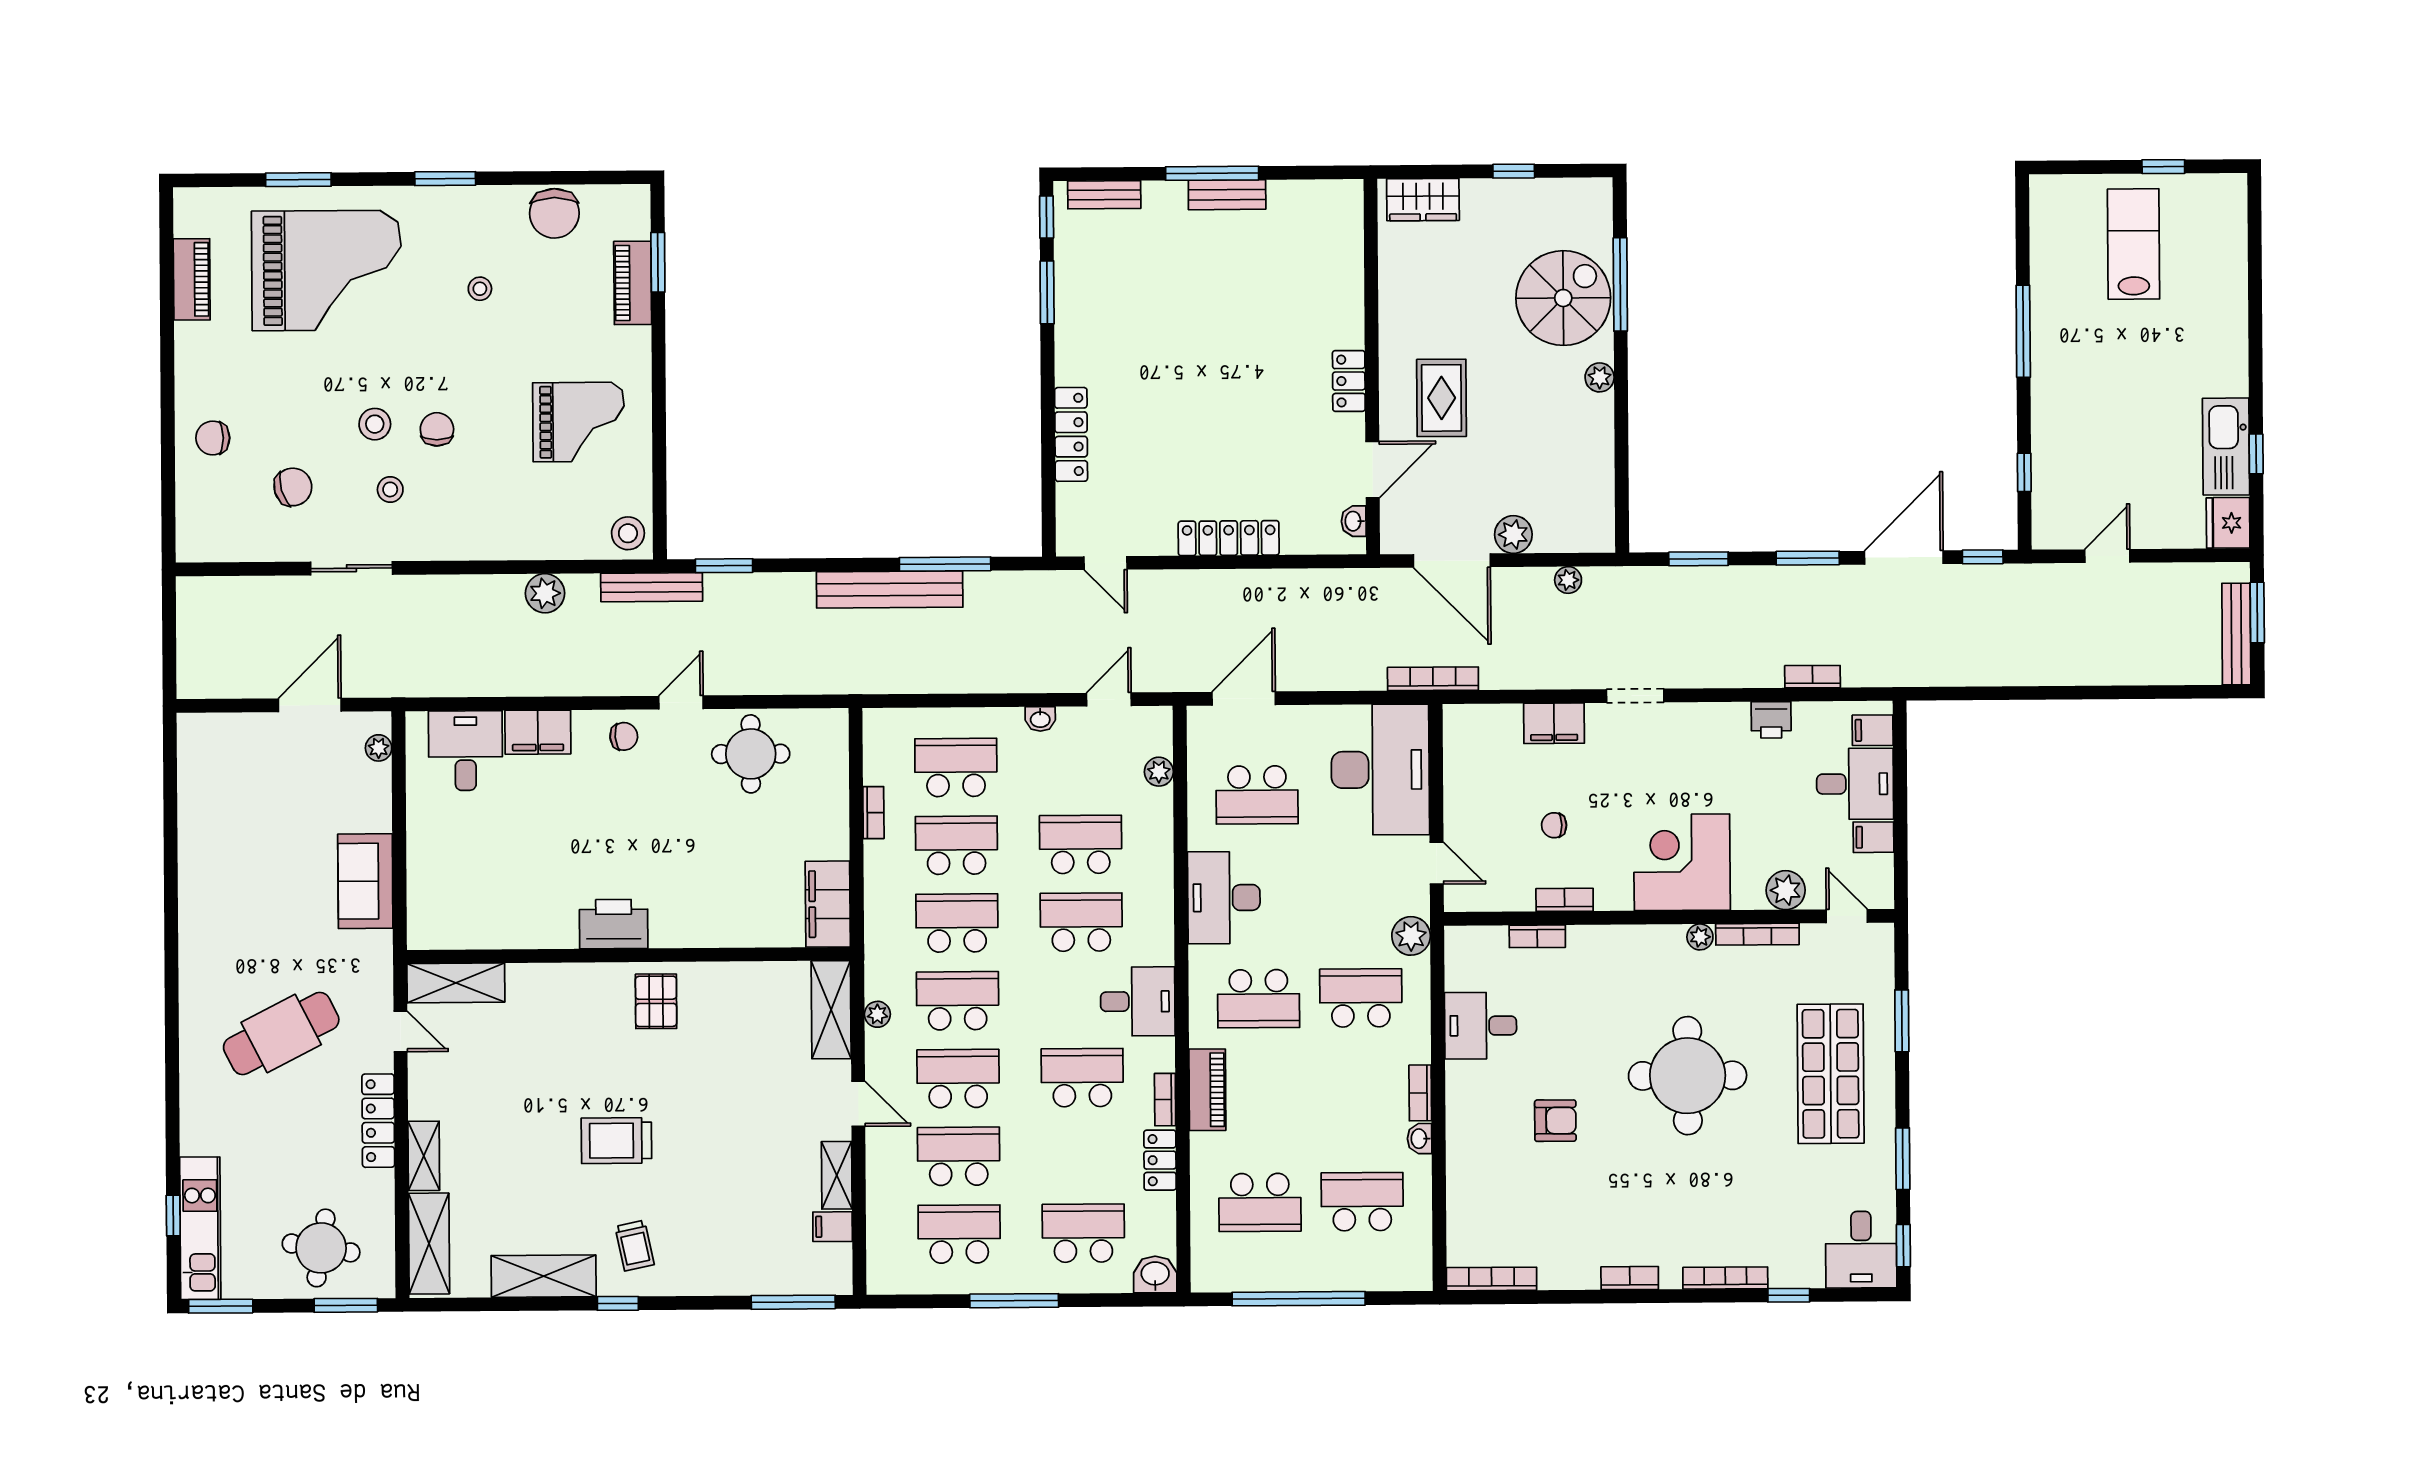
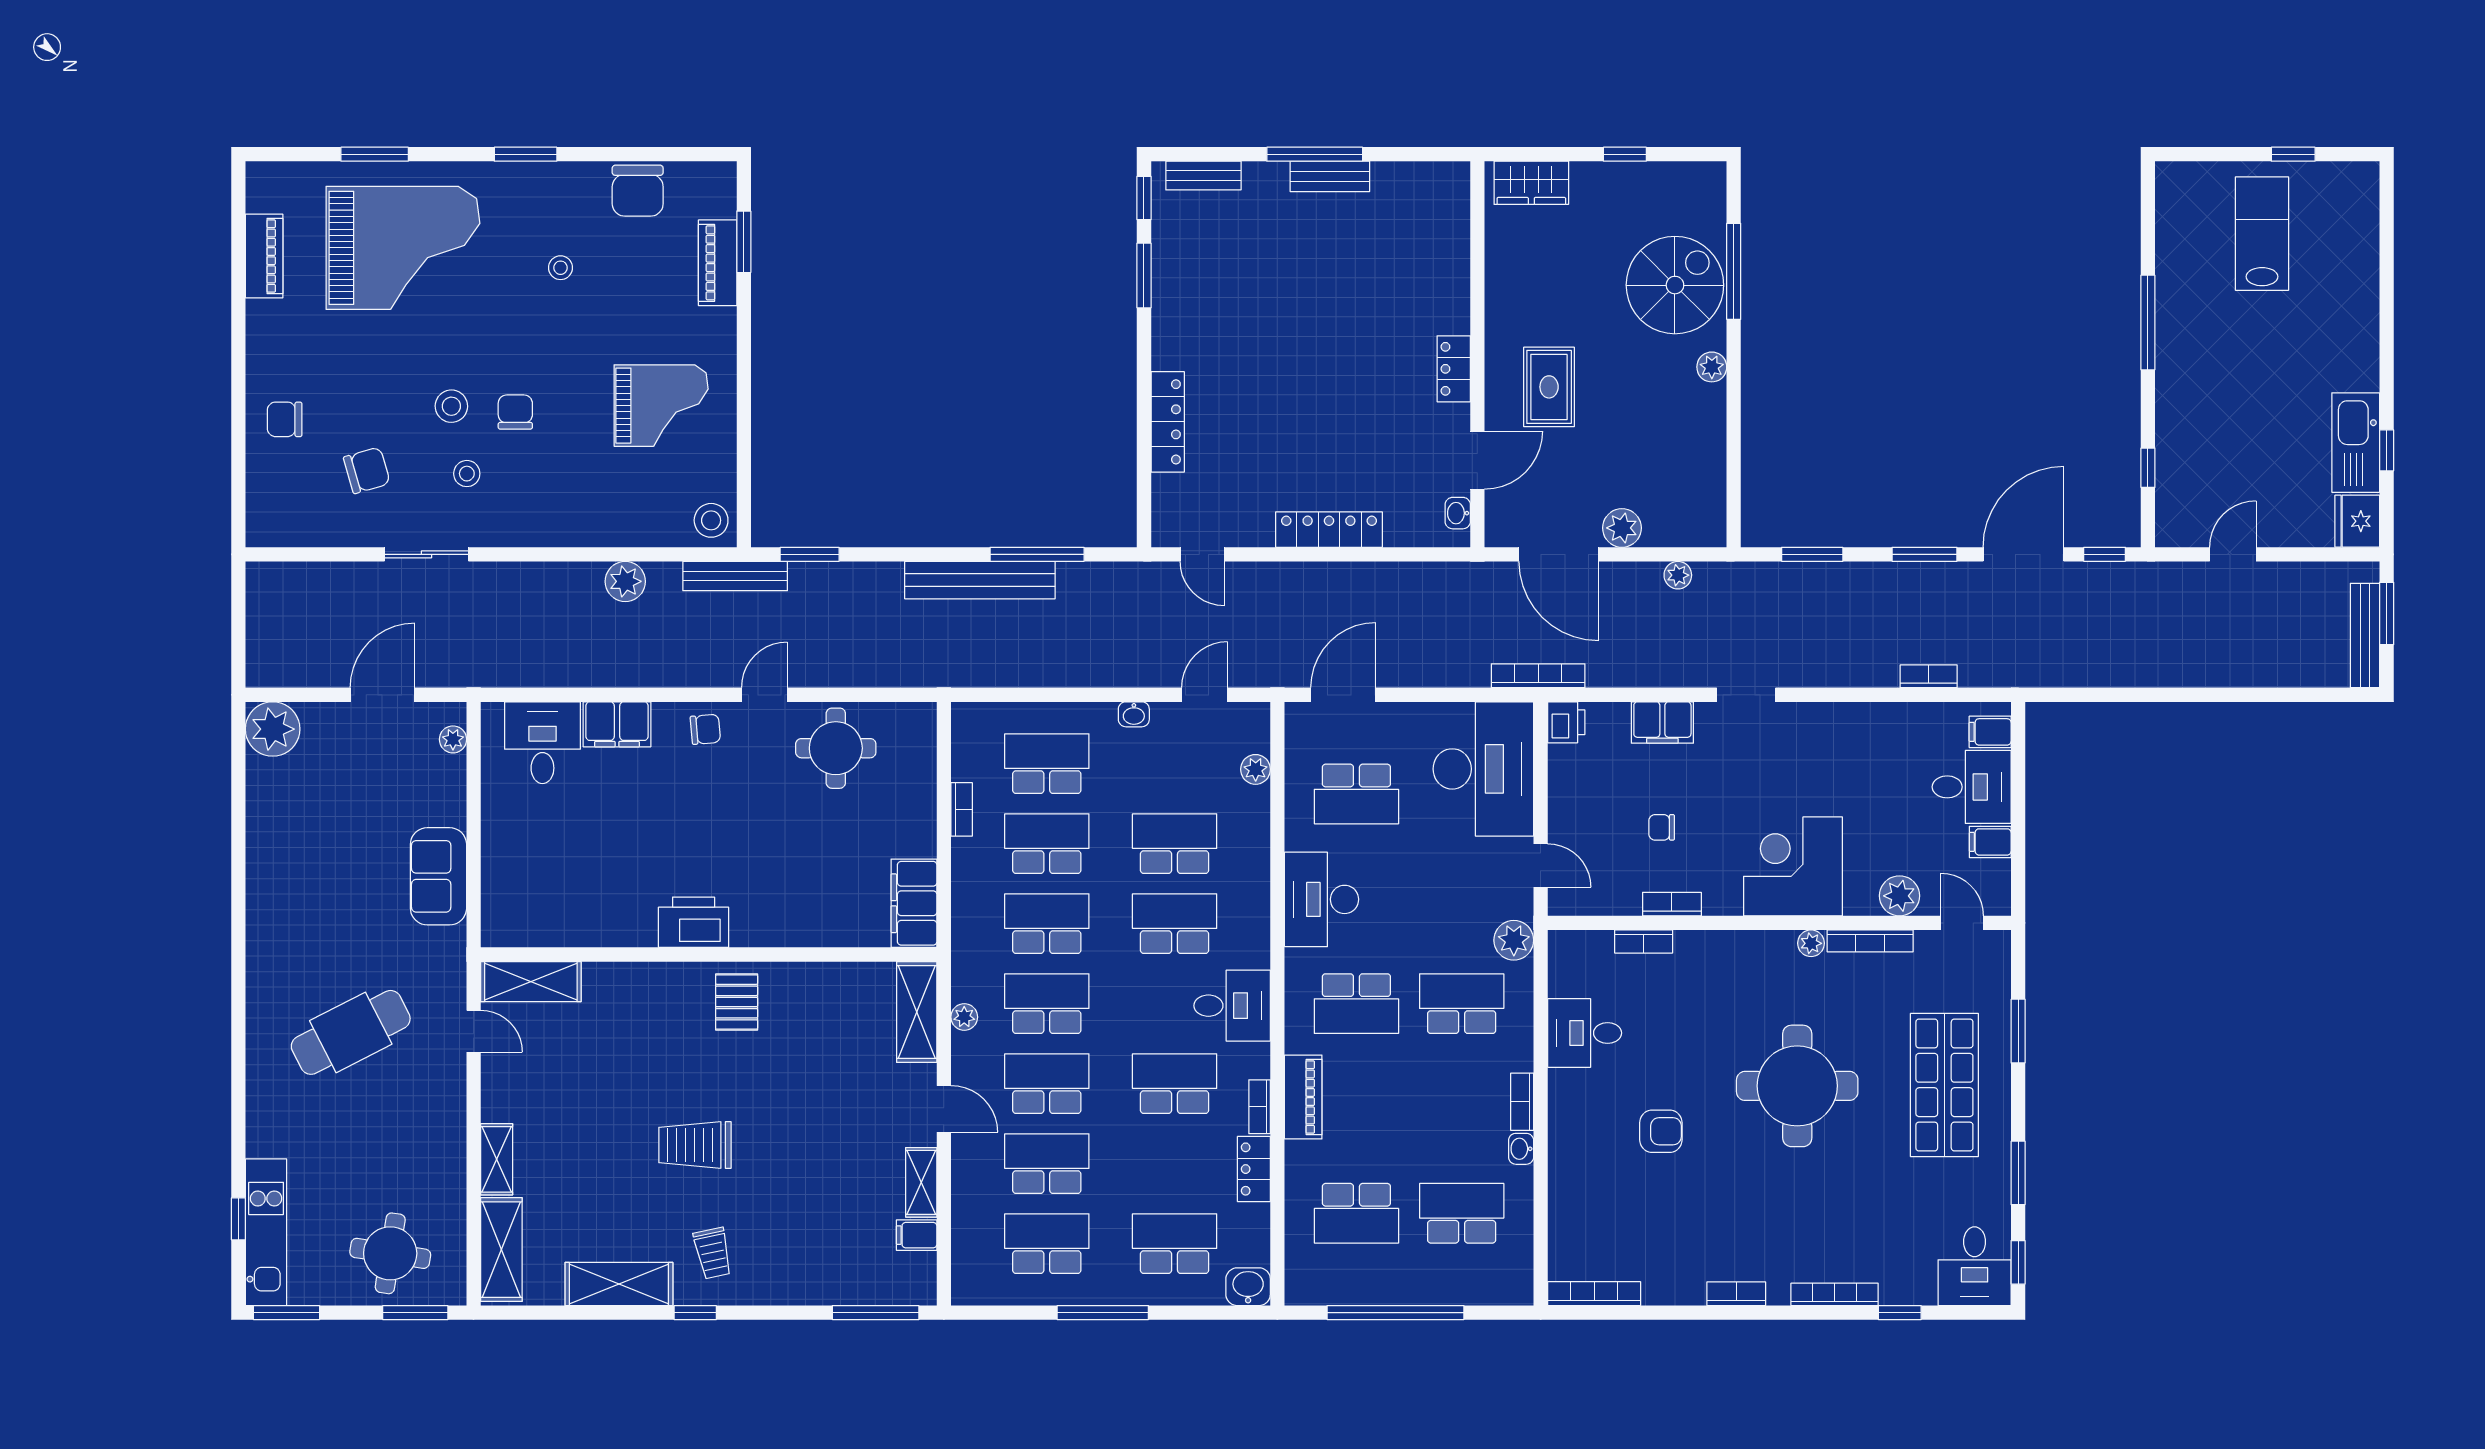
printer: (1771, 720) -> (1566, 722), moved, turned -90
plant: (203, 739) -> (273, 729), added
locker: (378, 1121) -> (450, 1123), removed

